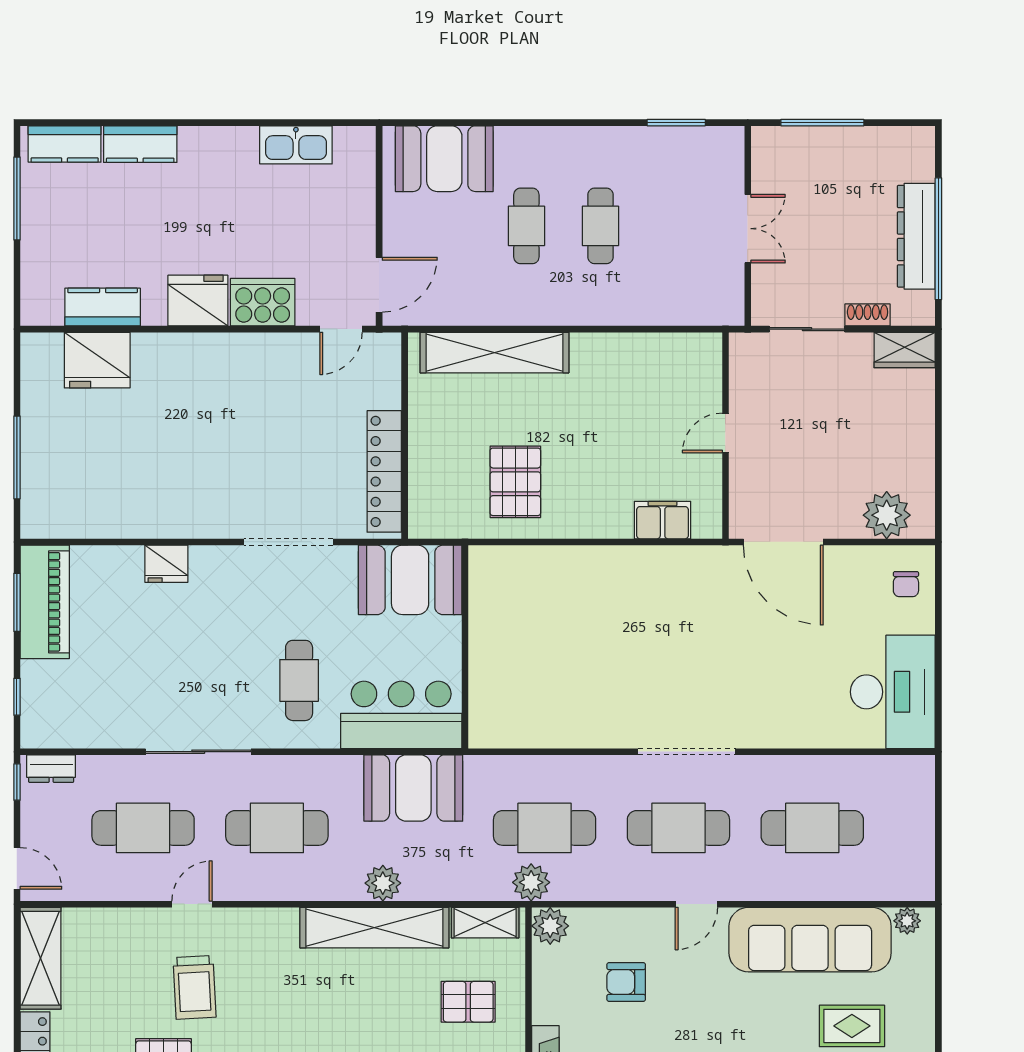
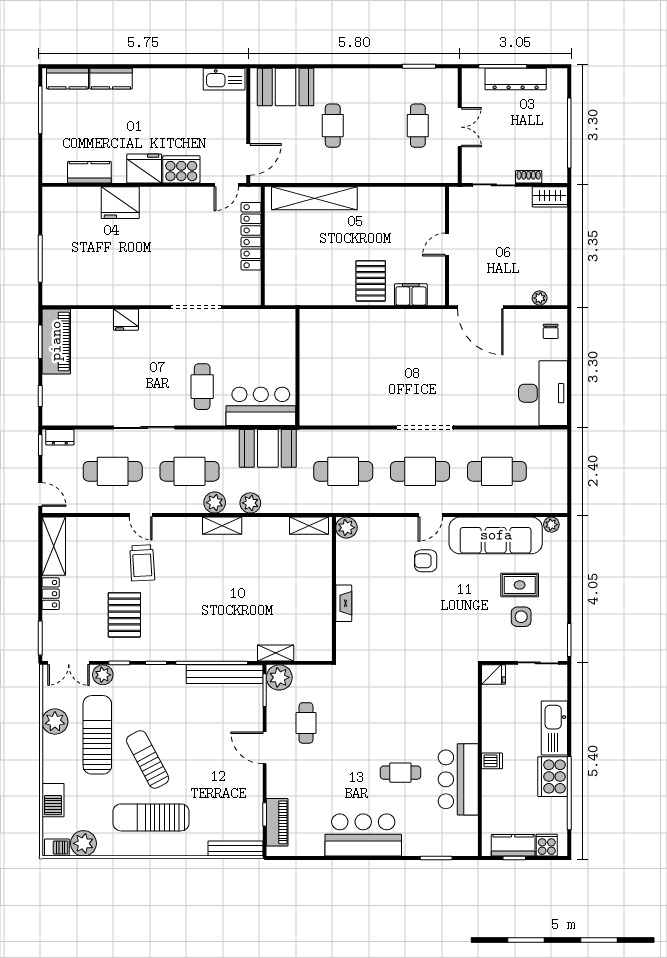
kitchen sink: (296, 145) -> (224, 79), moved
cafe table: (600, 226) -> (418, 126), moved
dresser: (916, 236) -> (516, 79), moved, turned -90
fridge: (97, 360) -> (120, 203), moved
locker: (384, 471) -> (251, 236), moved
pallet: (515, 482) -> (371, 281), moved
plant: (887, 515) -> (540, 298), width x0.53, depth x0.53
booth: (410, 580) -> (266, 329), removed
plant: (531, 882) -> (215, 503), moved
door: (192, 904) -> (141, 515), swing flipped
shelving: (374, 928) -> (222, 526), width x0.45, depth x0.75
armchair: (626, 982) -> (426, 561), moved
pallet: (468, 1002) -> (299, 571), removed

